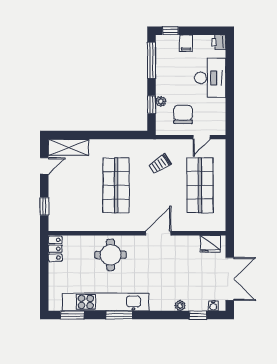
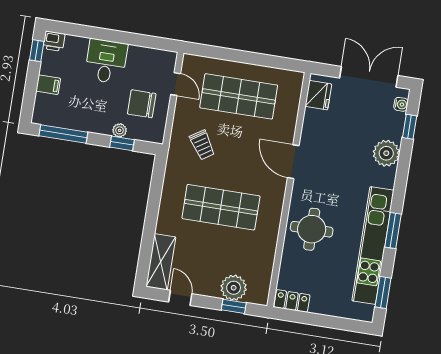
window: (170, 31) -> (37, 51), moved
desk: (210, 78) -> (106, 61), width x0.73
plant: (58, 204) -> (234, 288), added
plant: (180, 306) -> (386, 153), width x1.88, depth x1.88

